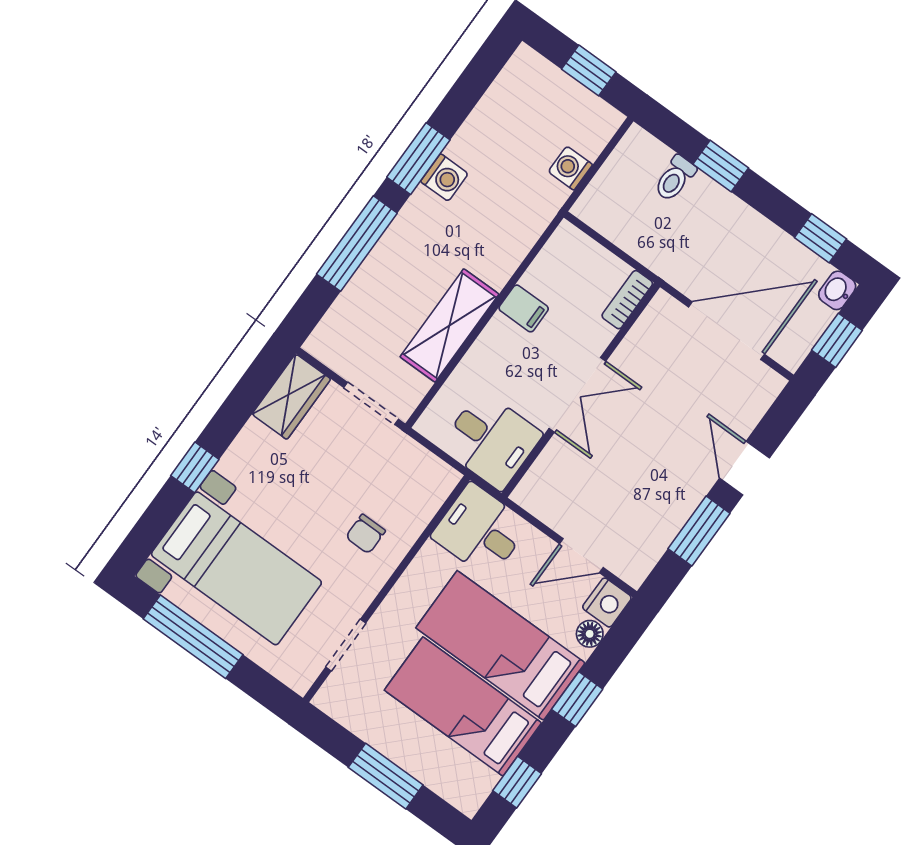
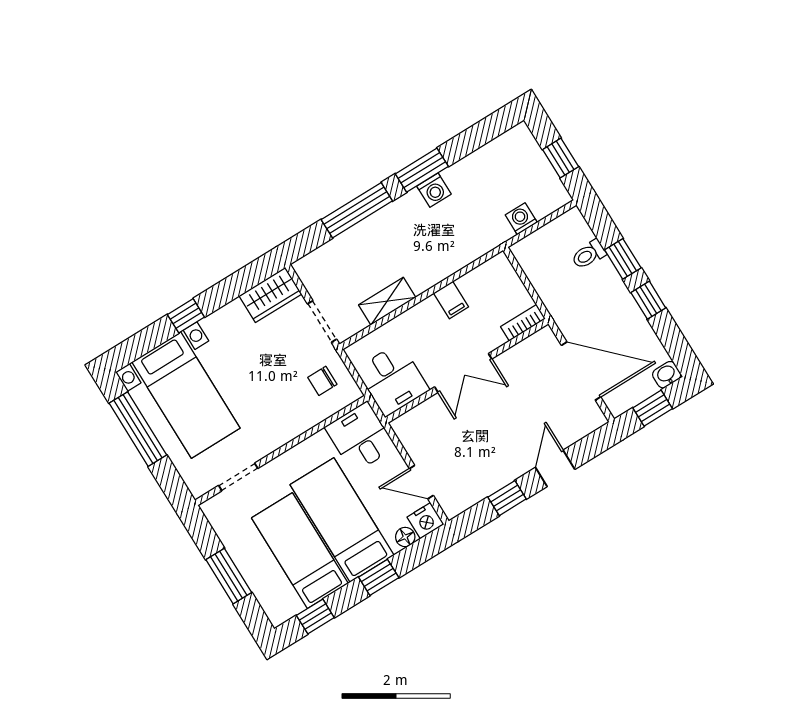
window: (820, 238) -> (648, 300), moved
shelving: (449, 325) -> (387, 301), width x0.67, depth x0.75
window: (699, 531) -> (507, 498), width x0.67
chair: (366, 534) -> (322, 381), moved

